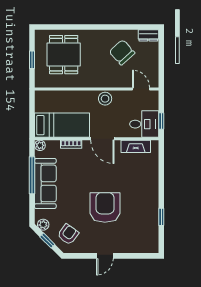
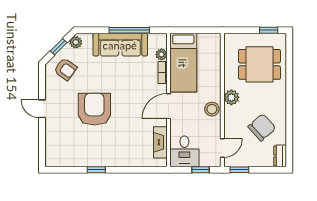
window: (32, 60) -> (269, 30), moved
window: (161, 73) -> (239, 170), added
plant: (94, 81) -> (231, 97), added
window: (161, 121) -> (201, 170), moved
plant: (40, 145) -> (161, 54), moved
armchair: (105, 207) -> (94, 109), turned -90
window: (161, 217) -> (96, 170), moved

